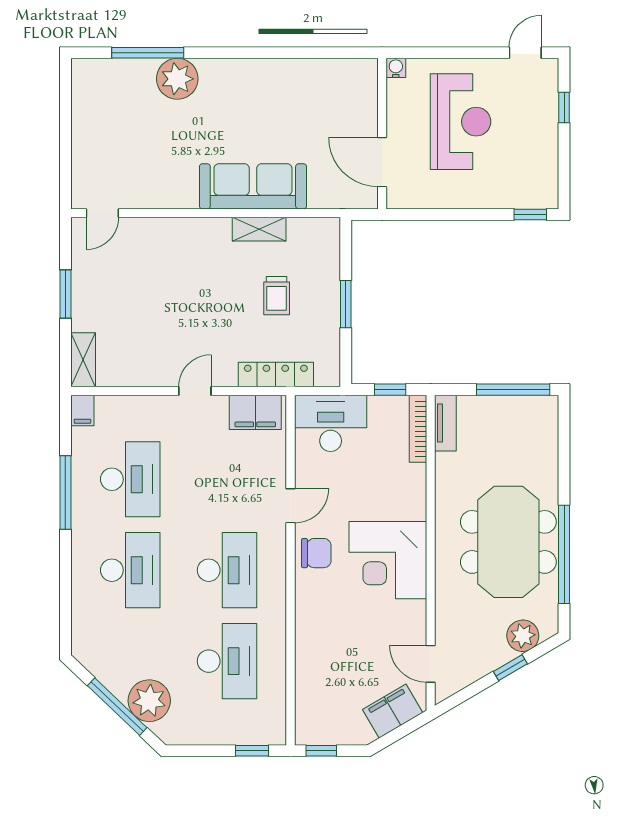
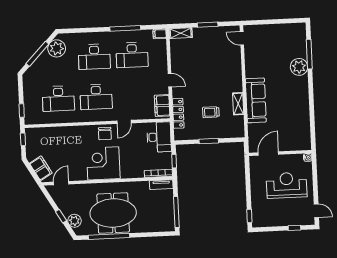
reception desk: (461, 122) -> (287, 185), turned 180
door: (290, 506) -> (124, 122), hinge flipped
plant: (149, 701) -> (57, 48), moved

